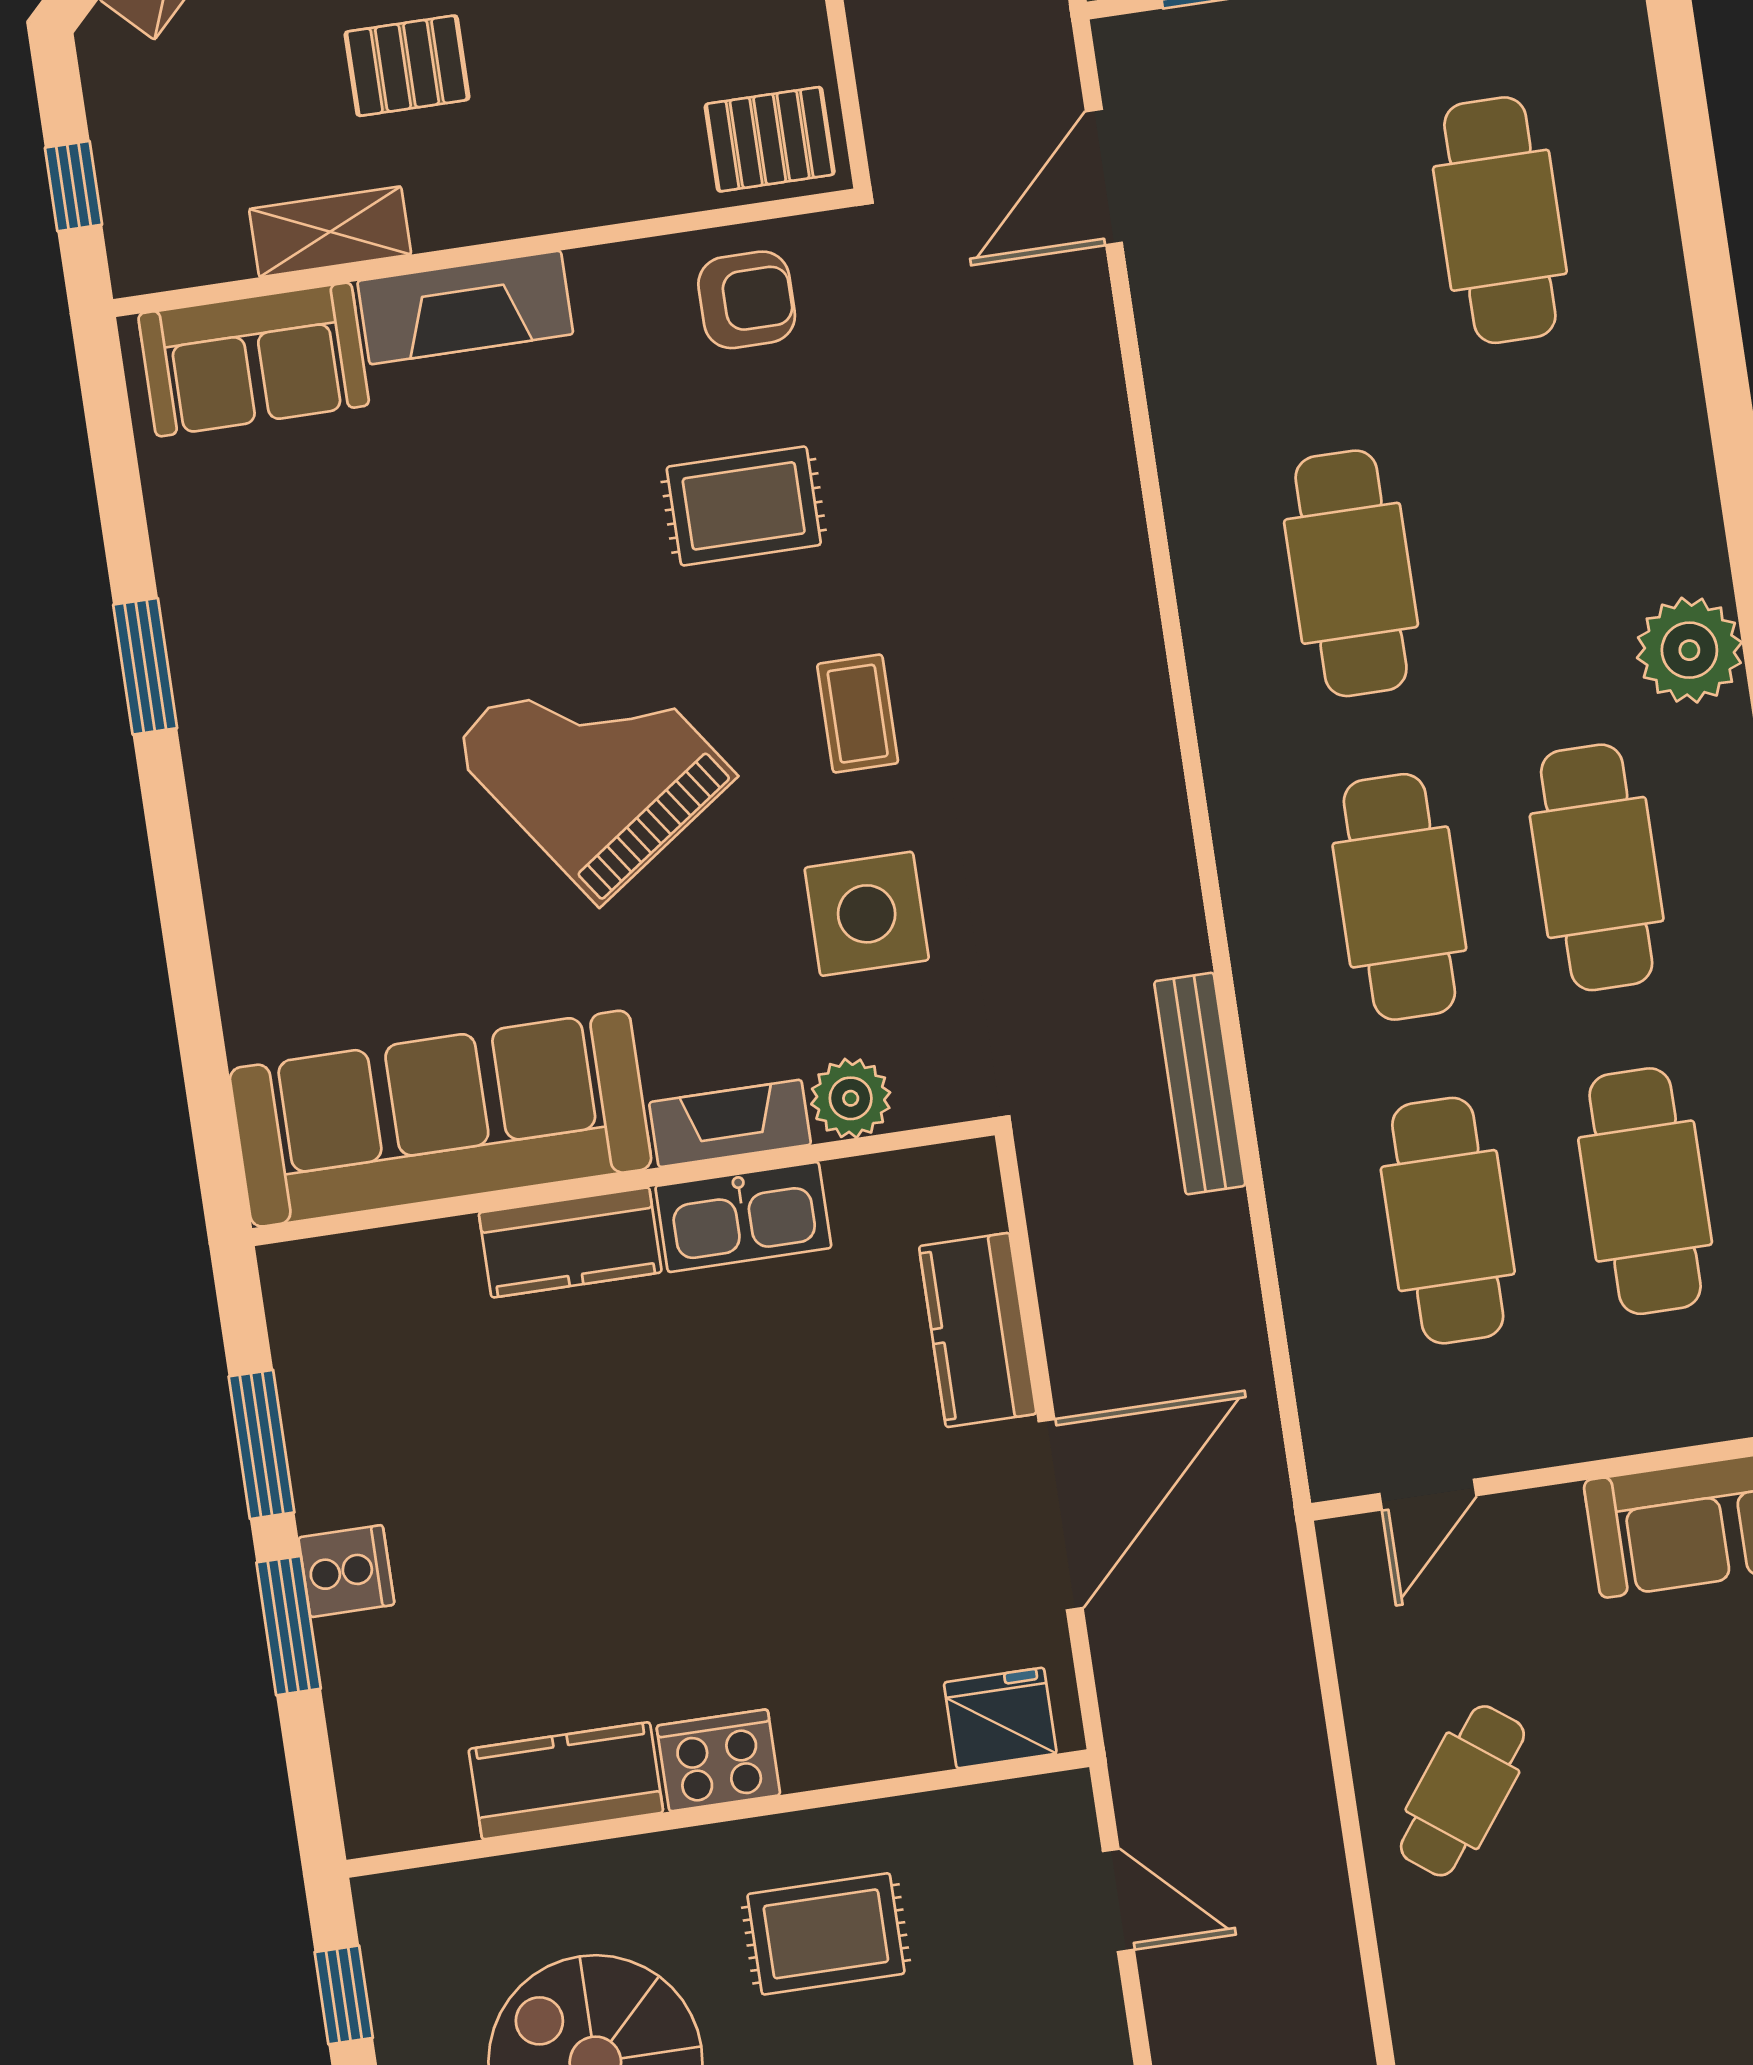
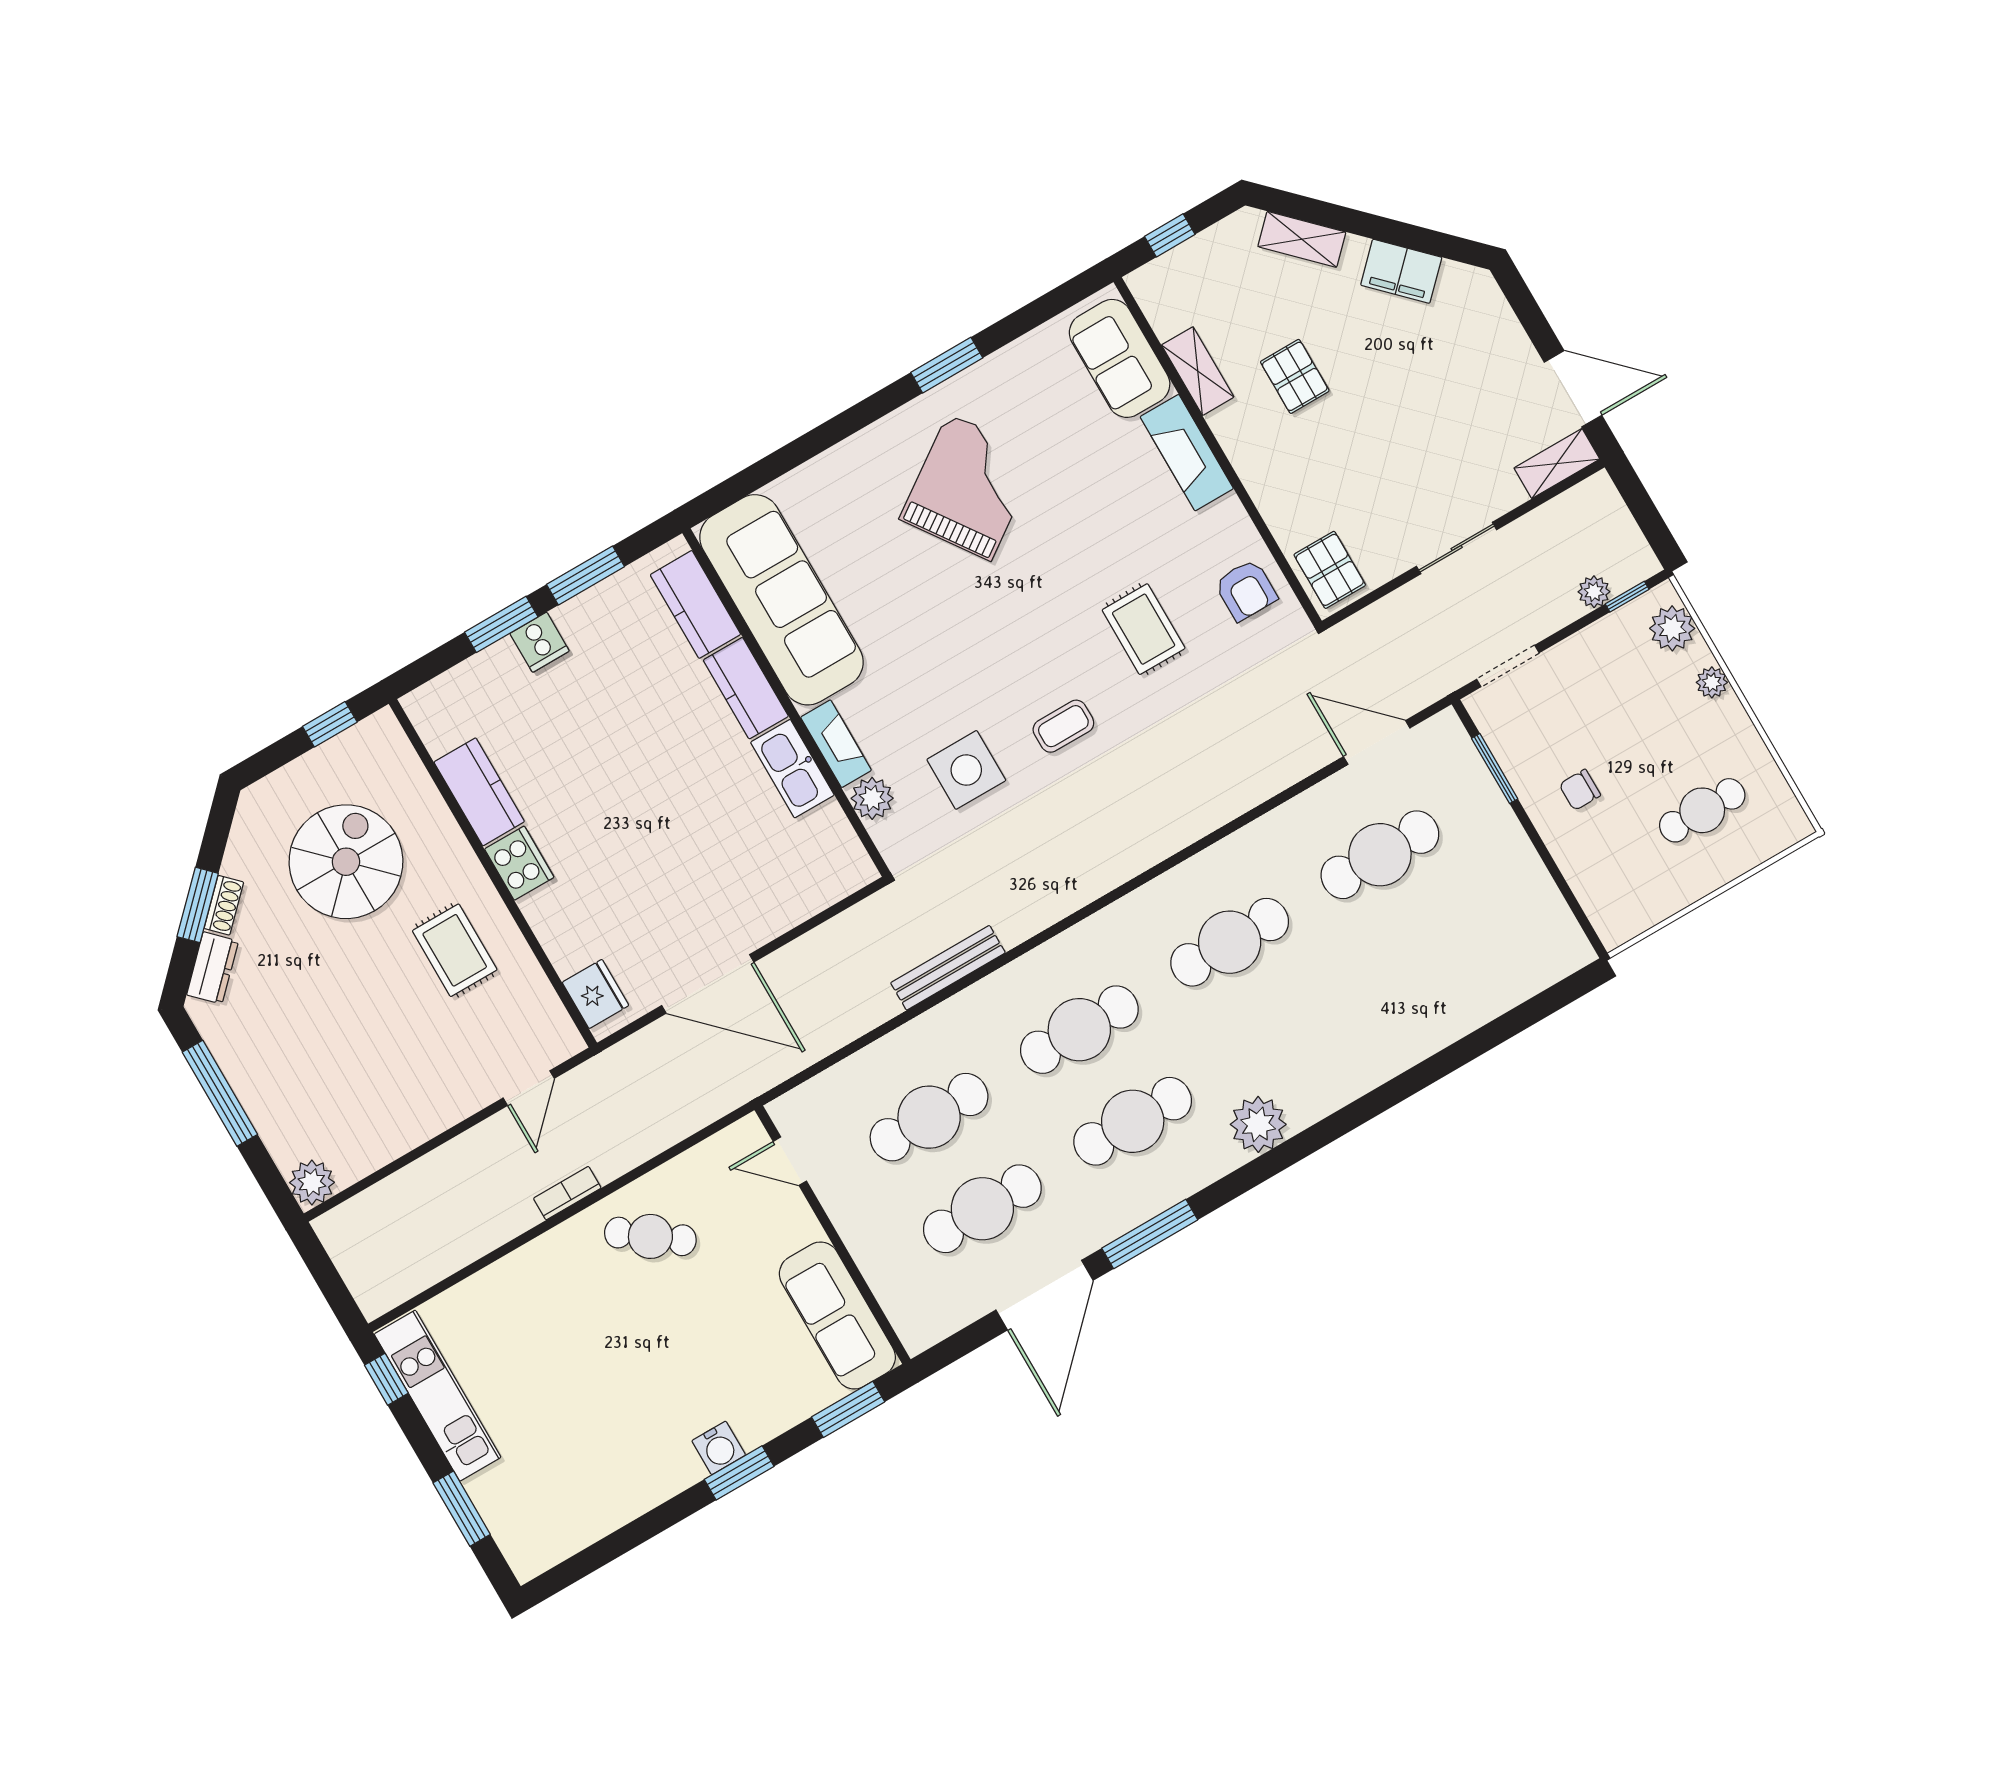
cafe table: (1500, 220) -> (1380, 855), moved
grand piano: (593, 762) -> (970, 487), moved
kitchen counter: (978, 1330) -> (695, 604), moved, turned -90
bookcase: (1329, 1906) -> (567, 1193), added

